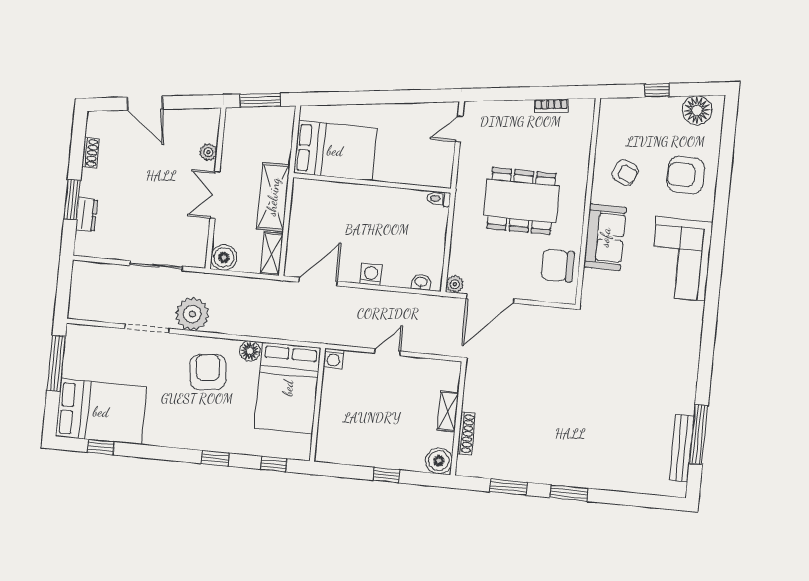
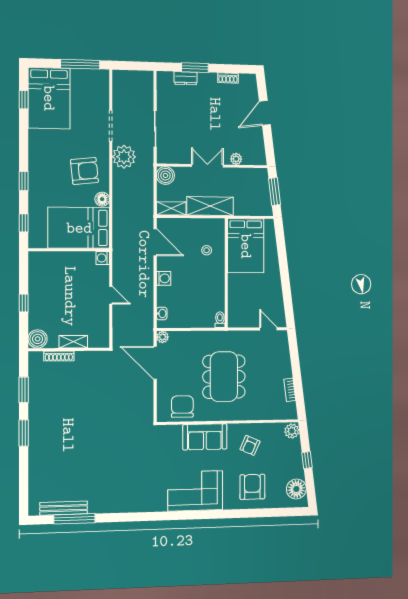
plant: (612, 109) -> (292, 431), added
stool: (336, 208) -> (207, 250), added

